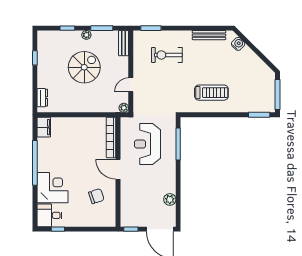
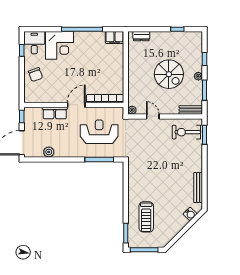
exercise bike: (167, 55) -> (186, 132), moved, turned -90
treadmill: (211, 93) -> (146, 217), moved
row of seats: (127, 193) -> (55, 113), added
chair: (96, 196) -> (35, 75), moved

